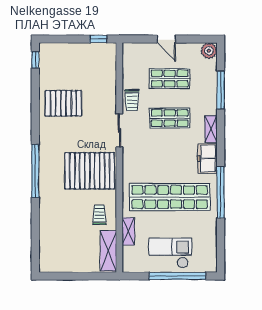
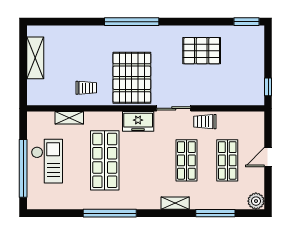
window: (35, 60) -> (247, 22), width x1.50
pallet: (63, 103) -> (202, 51), turned 90
freezer: (207, 159) -> (138, 121), moved, turned 180
shop shelf: (170, 197) -> (105, 160), width x0.71
shelving: (108, 251) -> (35, 58), moved, turned 90

